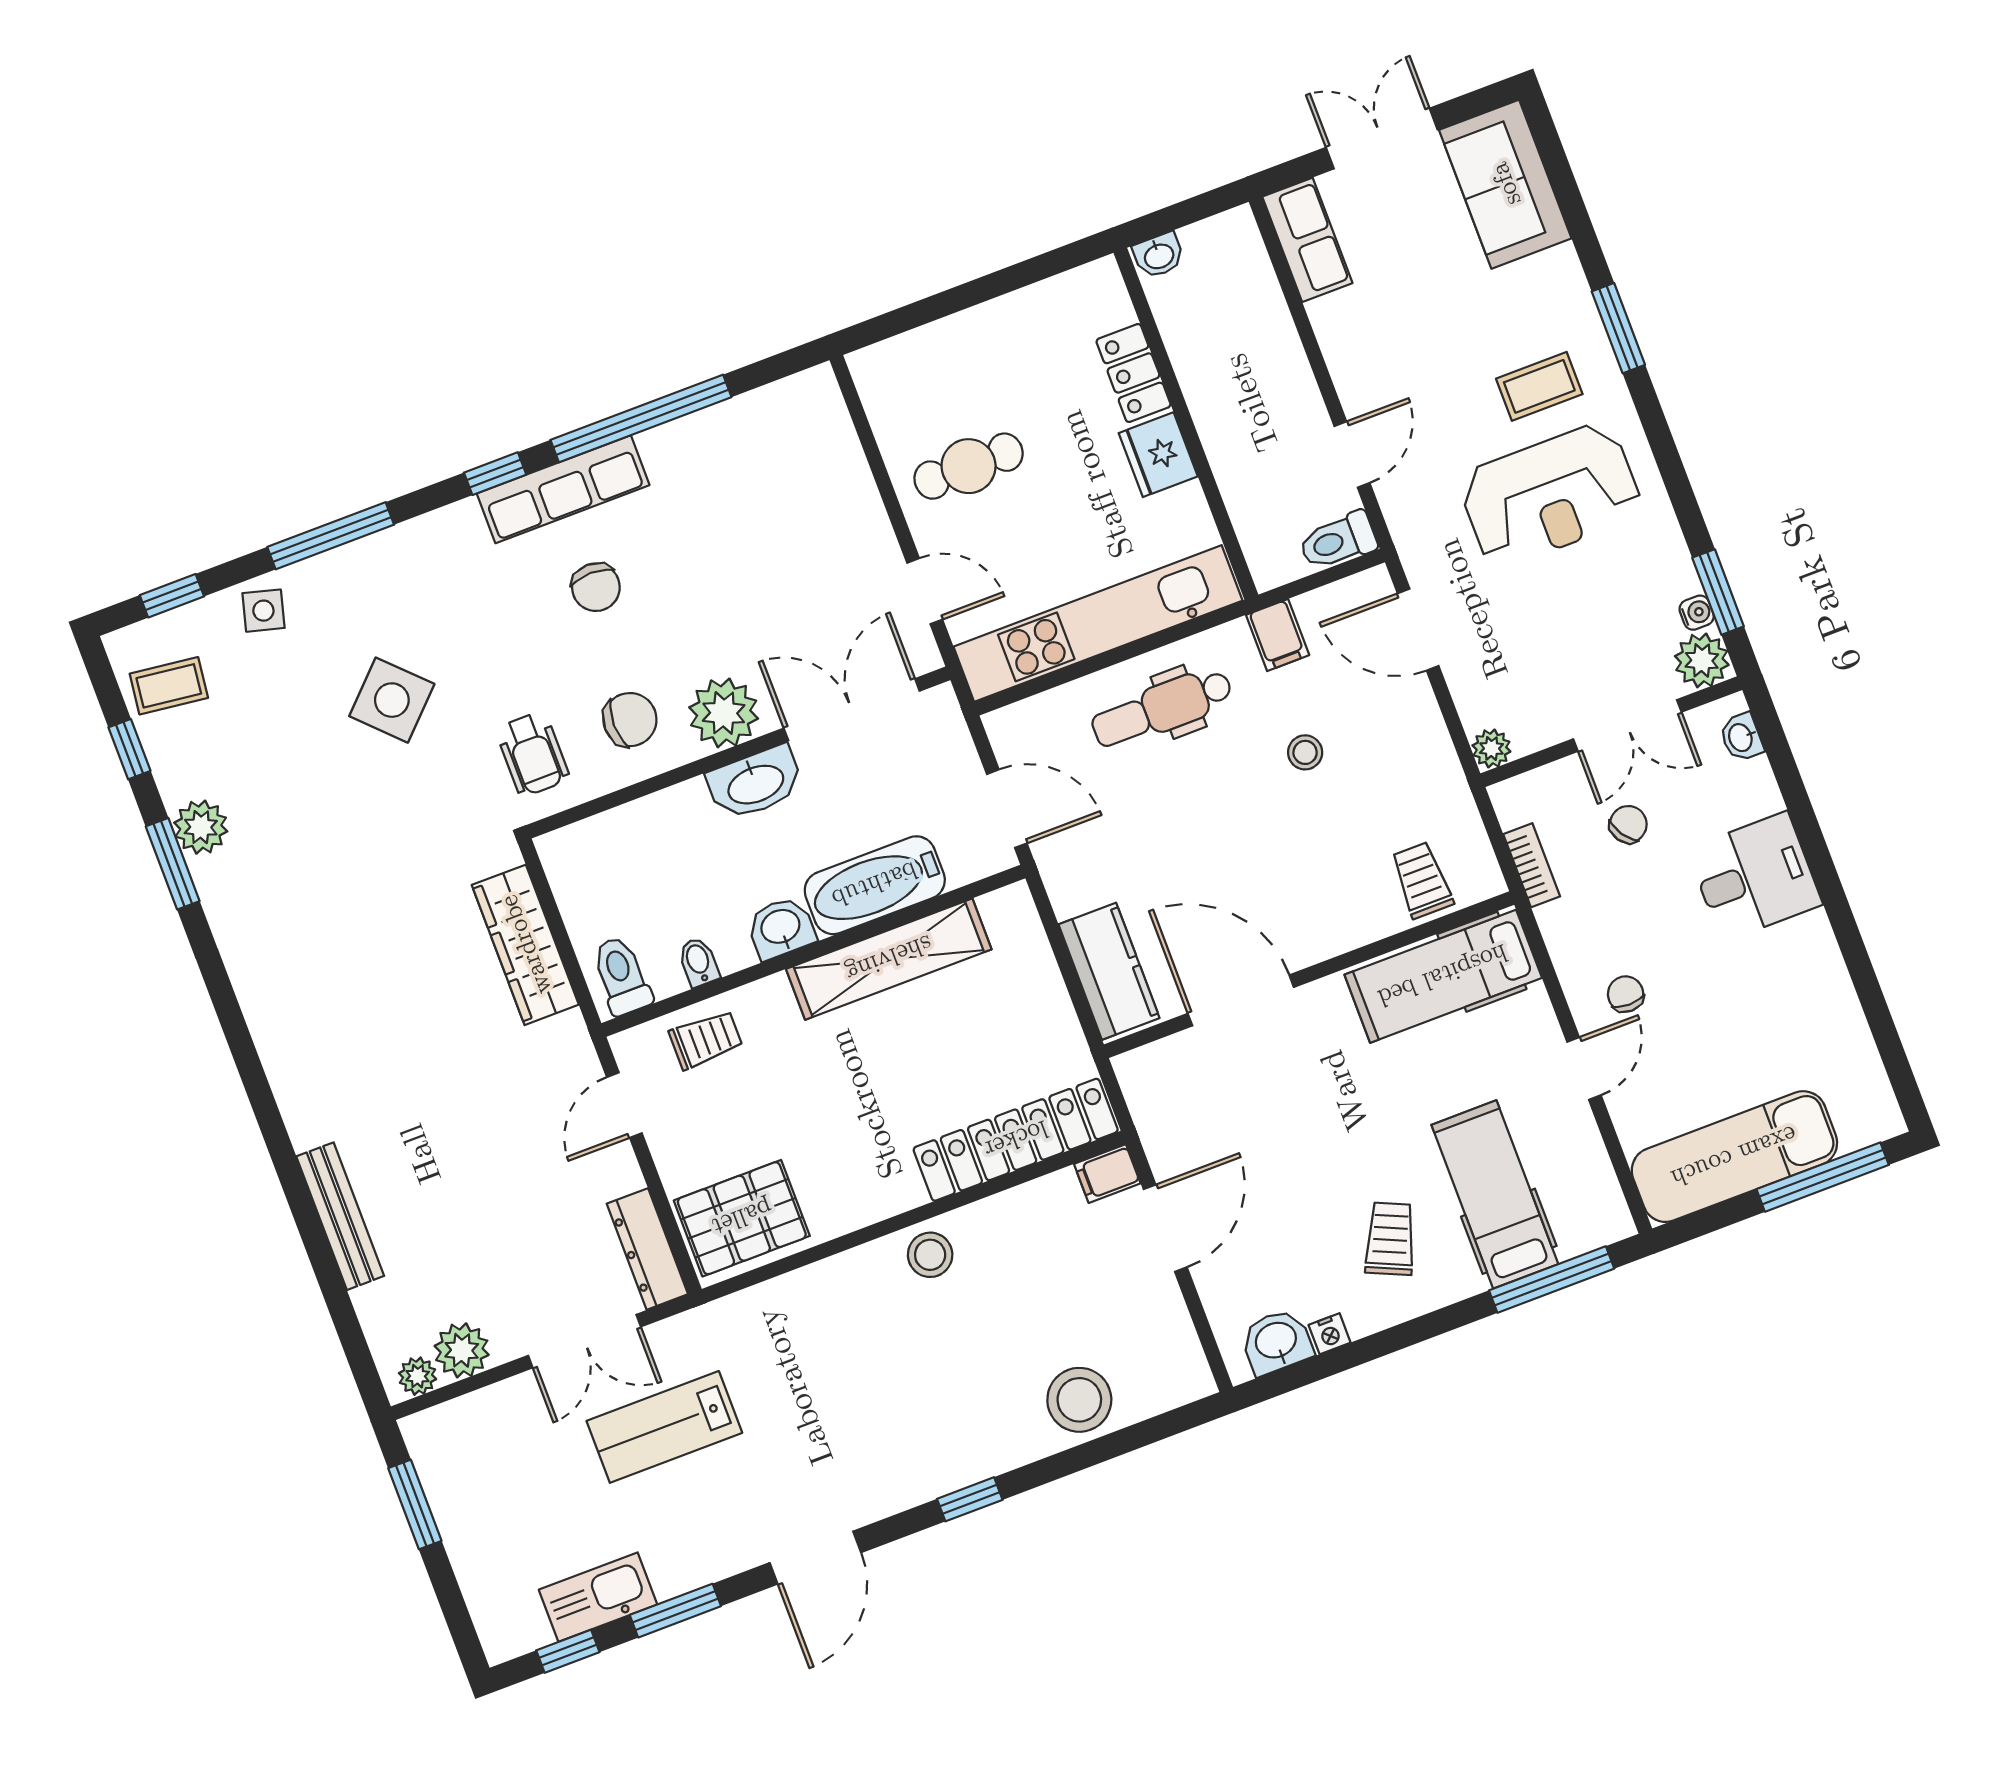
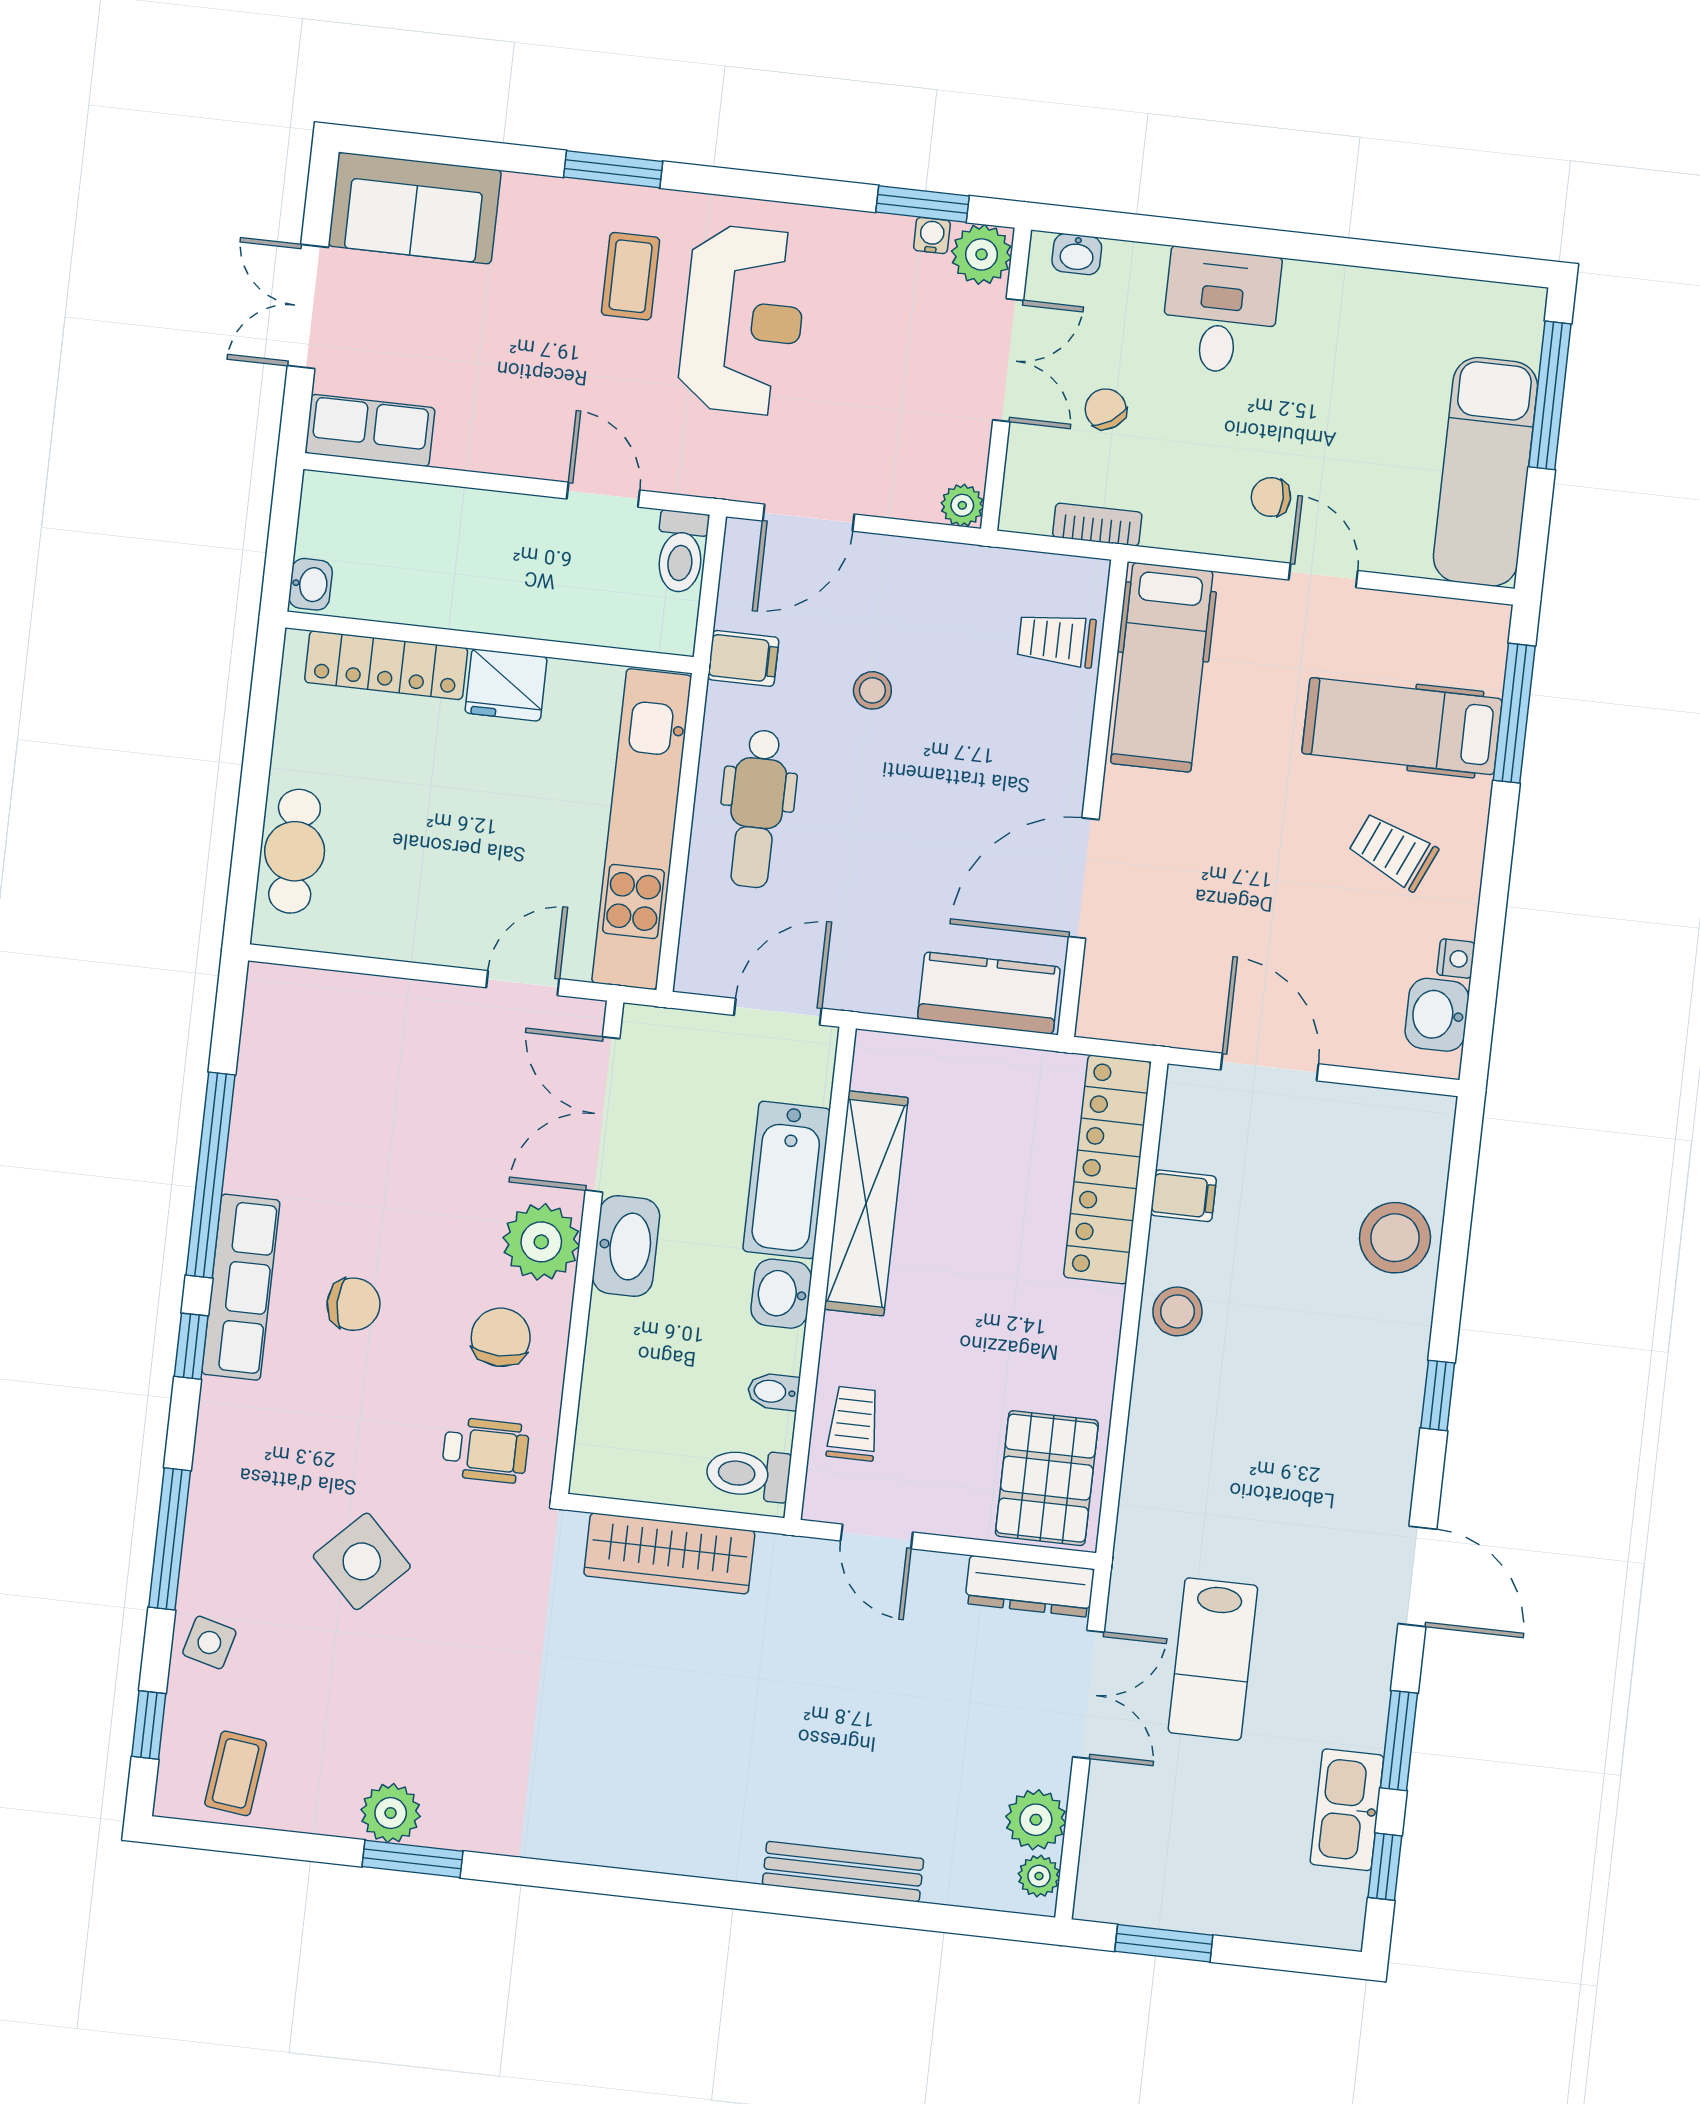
locker: (1133, 373) -> (386, 665), width x1.53
cafe table: (969, 466) -> (295, 851), moved
window: (129, 749) -> (278, 1844), removed
filing cabinet: (1107, 1174) -> (1183, 1196), moved, turned -90

